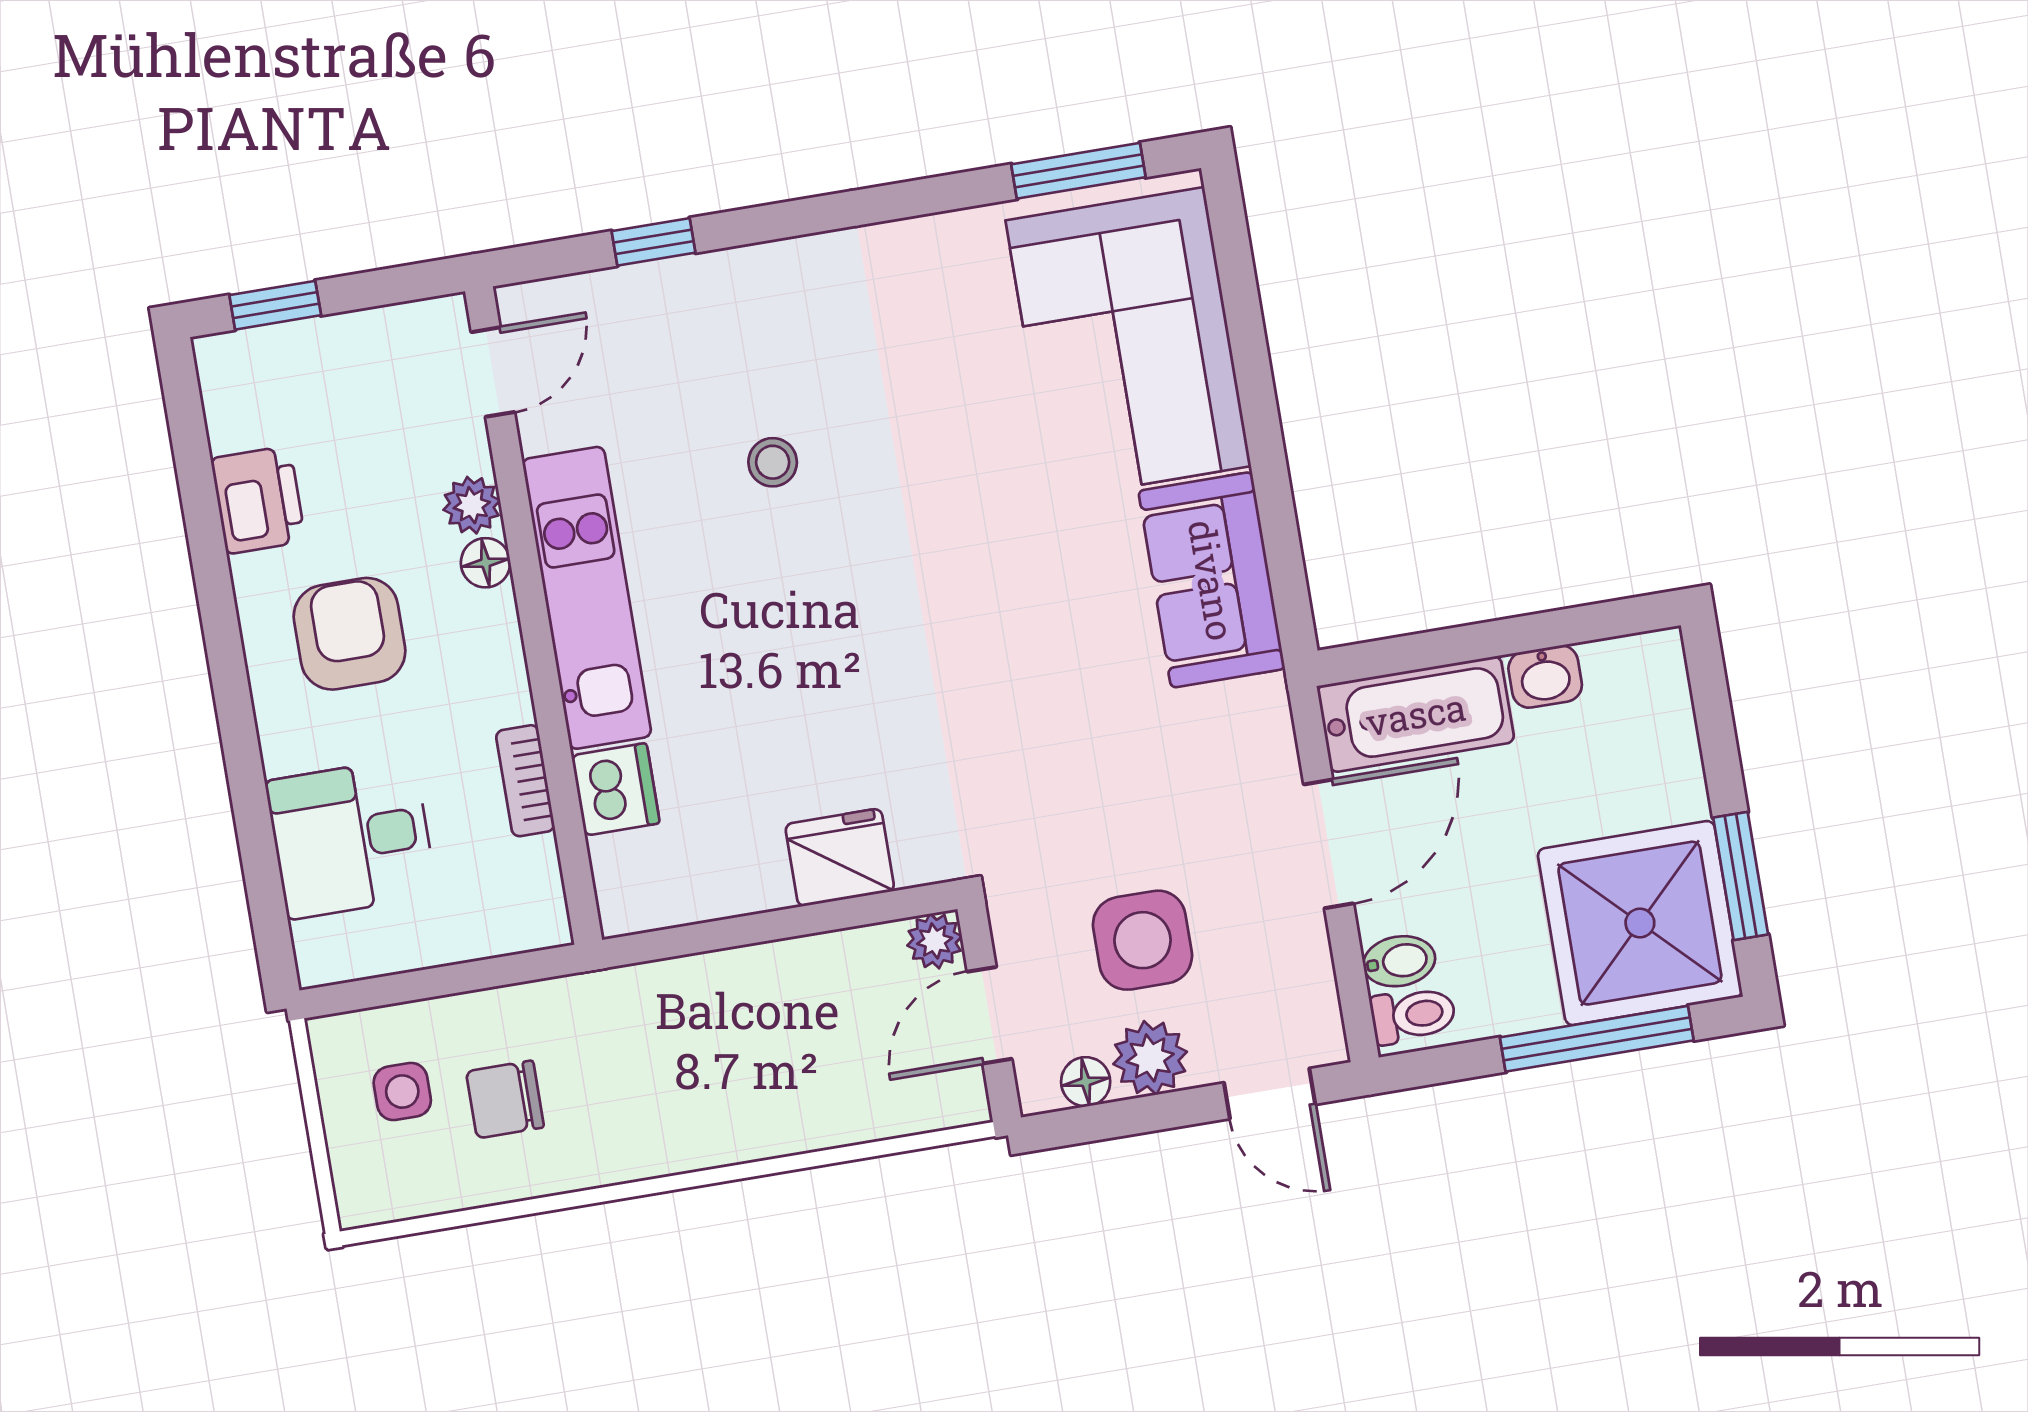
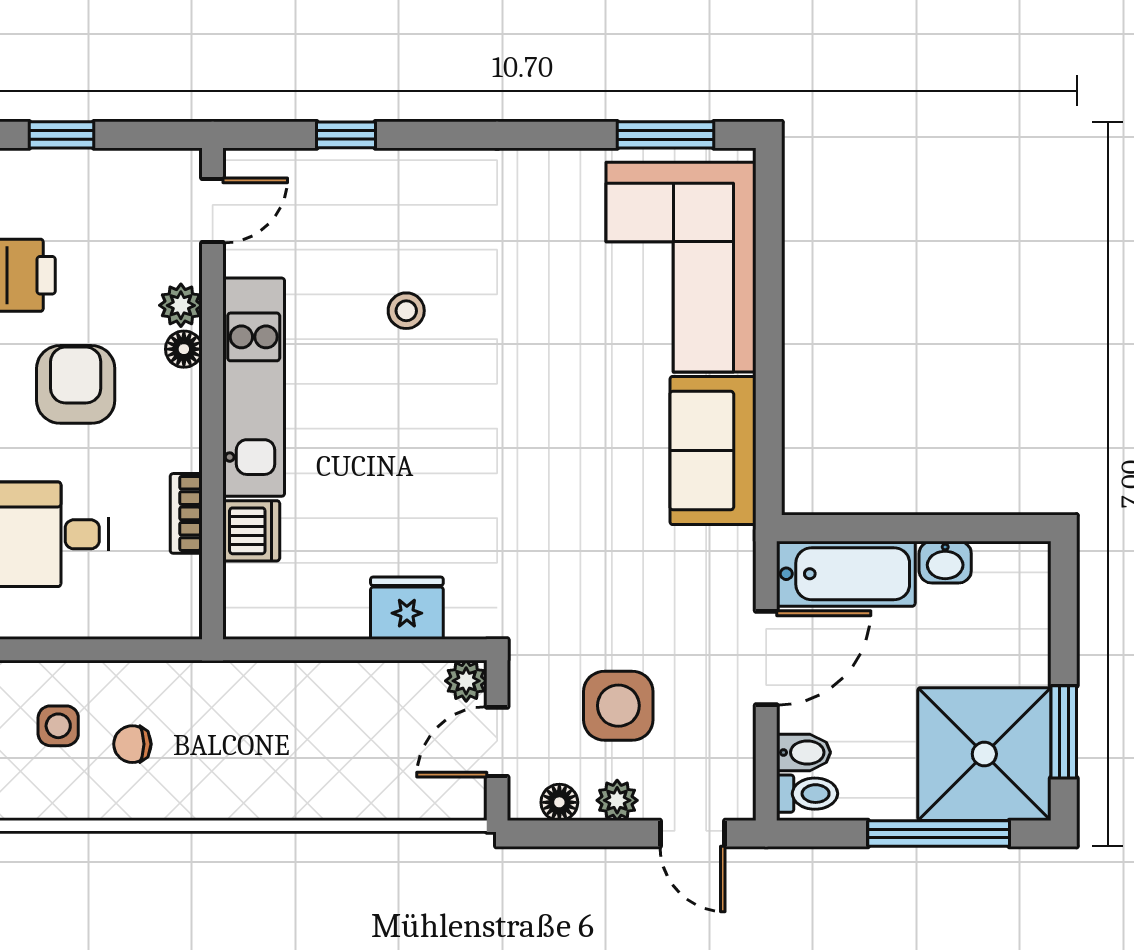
plant: (1150, 1058) -> (617, 800), width x0.73, depth x0.73
chair: (505, 1099) -> (132, 744), width x0.73, depth x0.73

